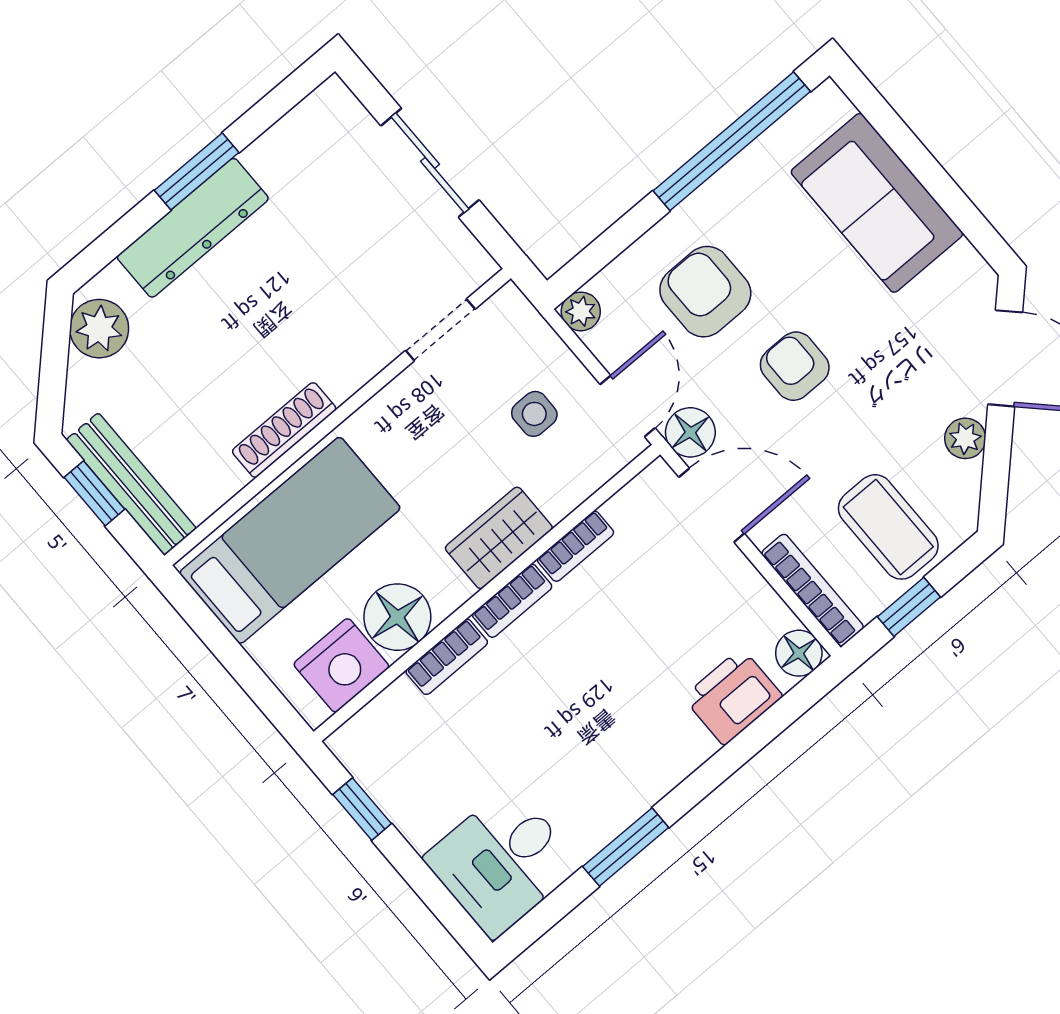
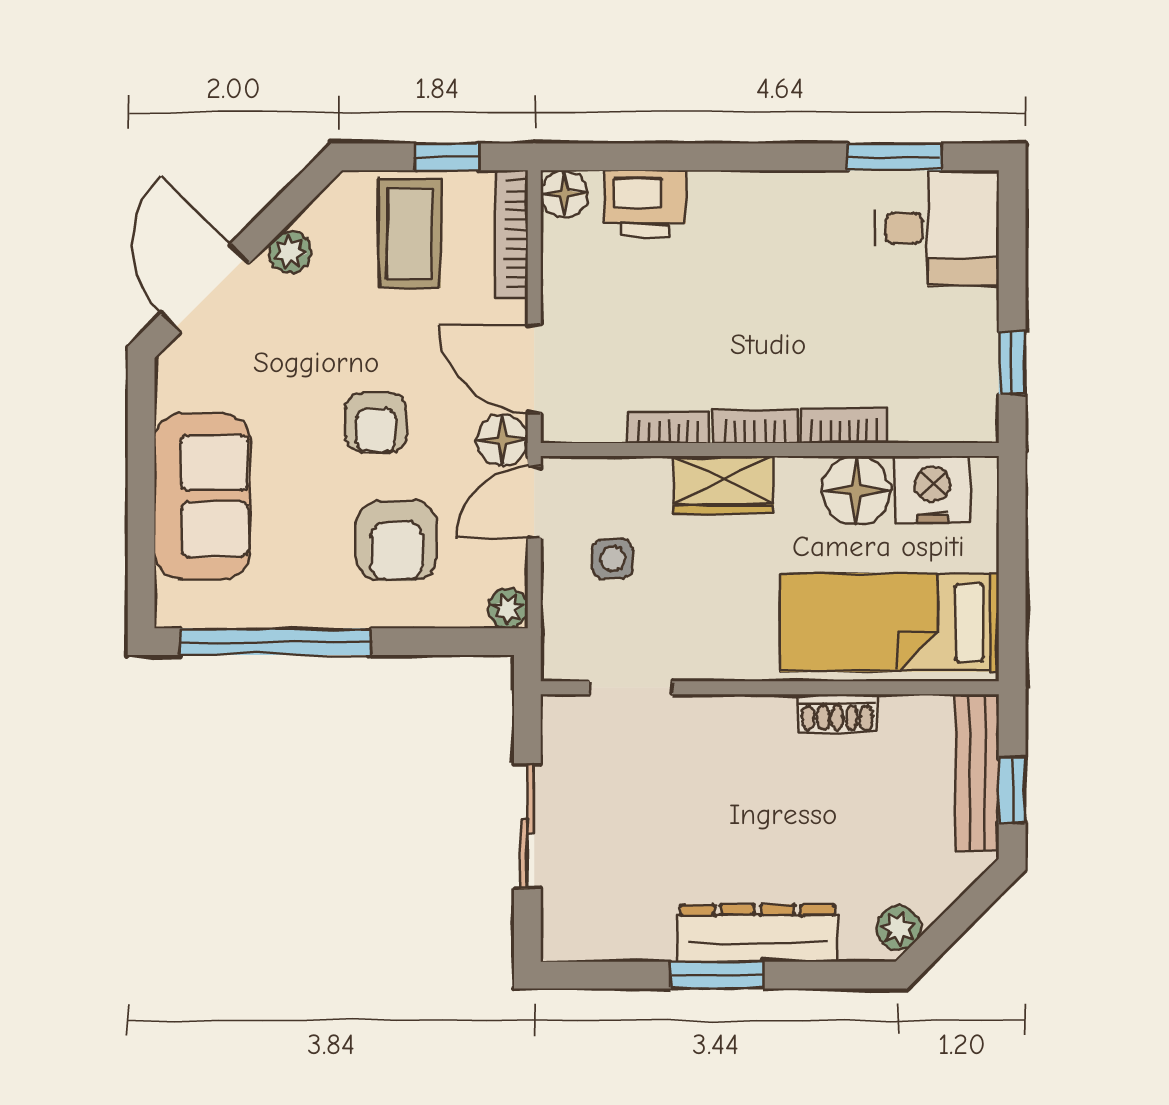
plant: (99, 329) -> (898, 928), width x0.73, depth x0.73
shoe rack: (284, 430) -> (837, 713), width x0.70
window: (626, 847) -> (894, 157), moved

